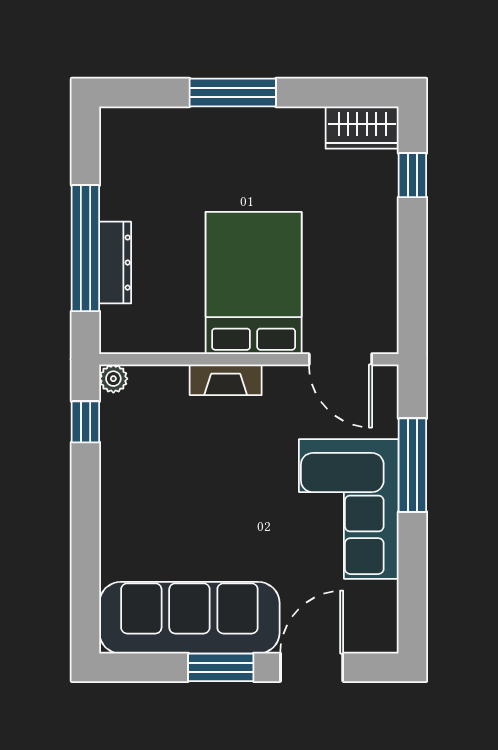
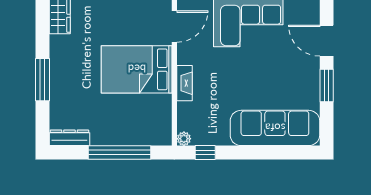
dresser: (115, 263) -> (69, 138), moved
sofa: (189, 618) -> (275, 128), moved, turned 90

